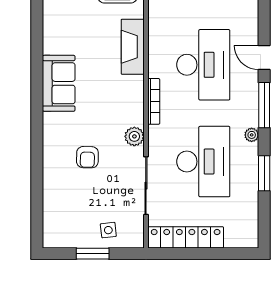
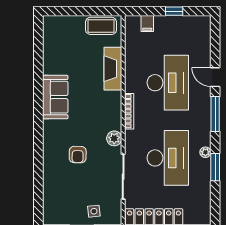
plant: (252, 135) -> (205, 152), moved

